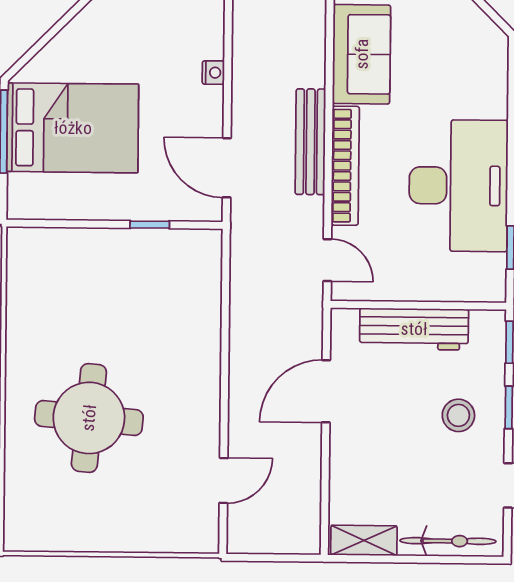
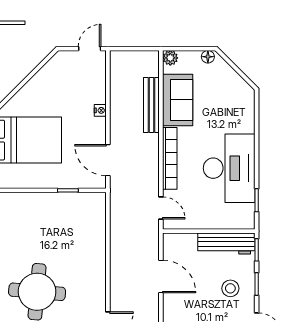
bench: (310, 142) -> (151, 105), moved
workbench: (414, 329) -> (226, 243), moved
door: (326, 391) -> (161, 276), swing flipped

